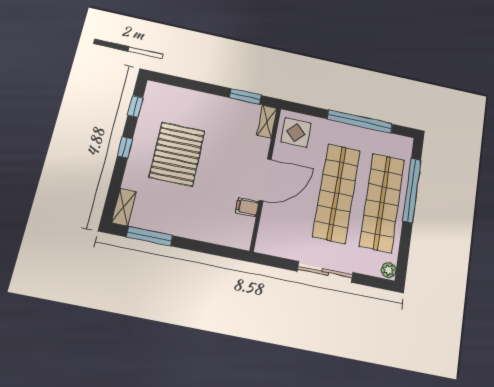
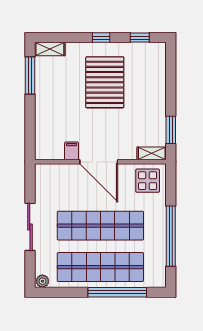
pallet: (177, 154) -> (105, 82), turned 90

